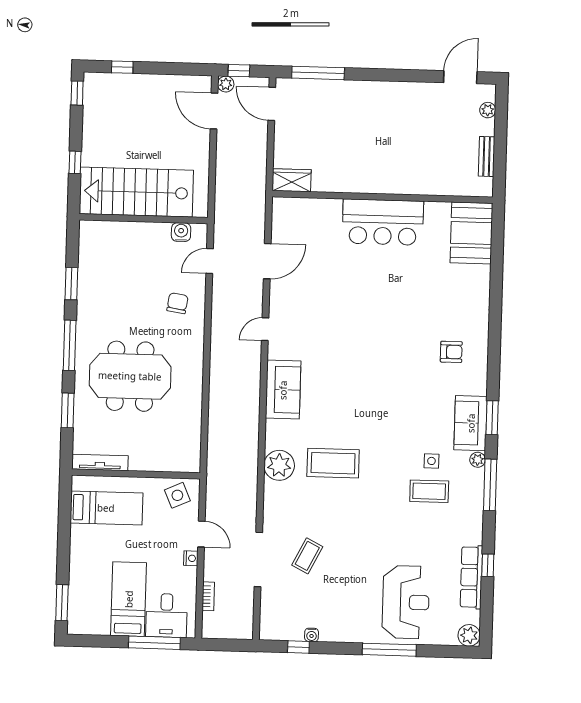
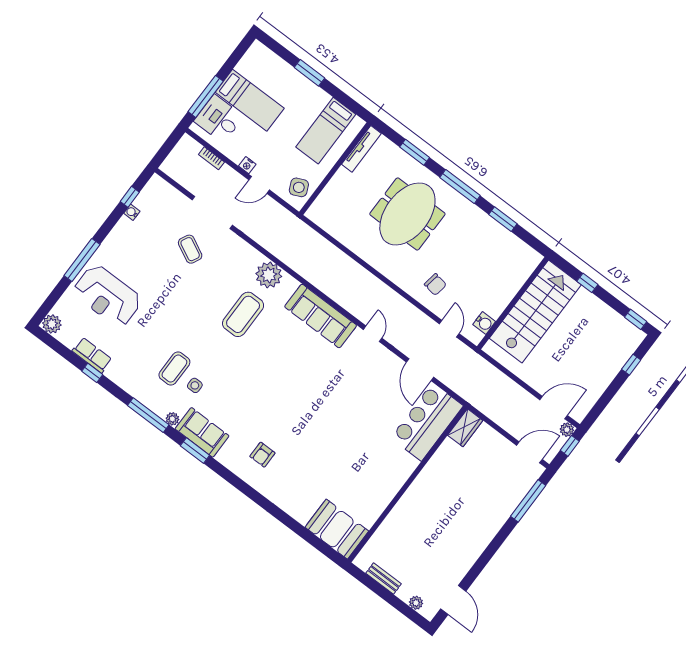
bar counter: (383, 222) -> (427, 422), moved
sofa: (283, 390) -> (321, 316), width x1.36
row of seats: (471, 577) -> (92, 355), width x0.68
window: (62, 603) -> (309, 73), moved

